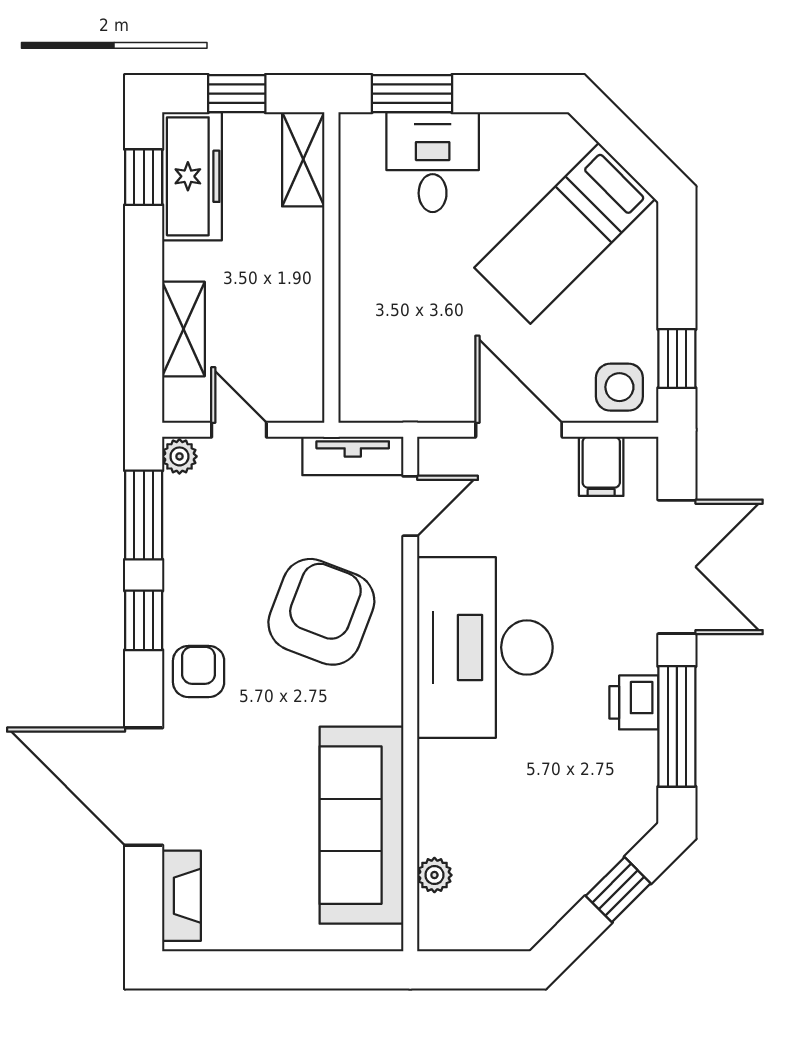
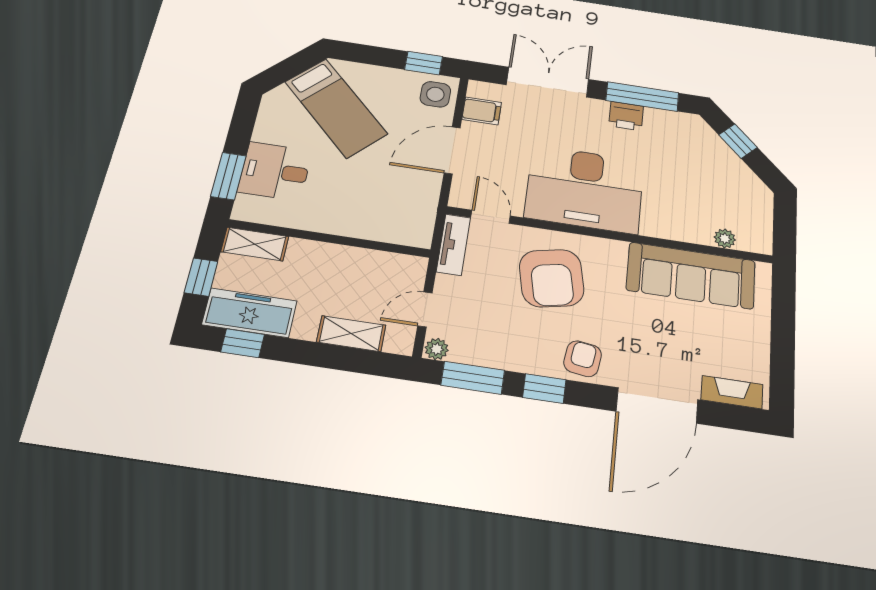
armchair: (321, 612) -> (552, 278), turned -123
armchair: (199, 671) -> (583, 359), turned 98

